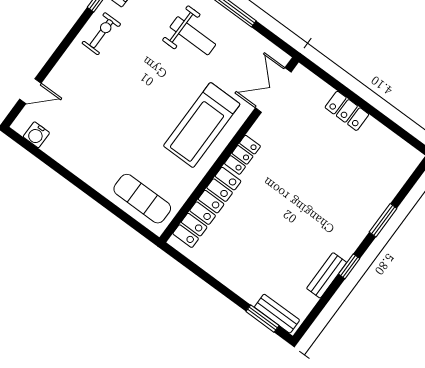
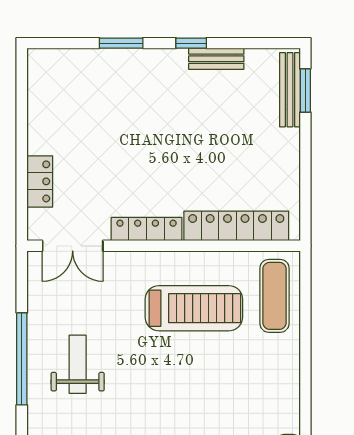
locker: (347, 111) -> (40, 181), moved
treadmill: (202, 125) -> (194, 308), moved
locker: (242, 155) -> (147, 229), width x1.53
bench: (277, 314) -> (290, 90), width x1.36

